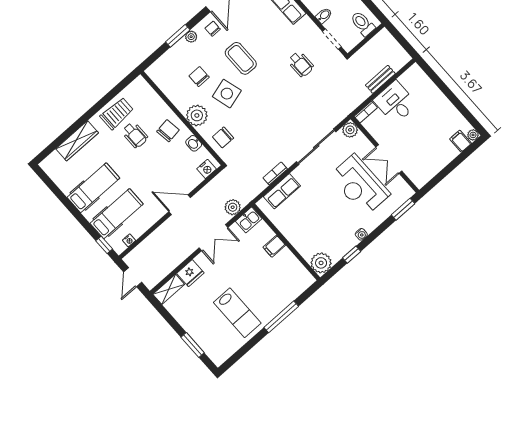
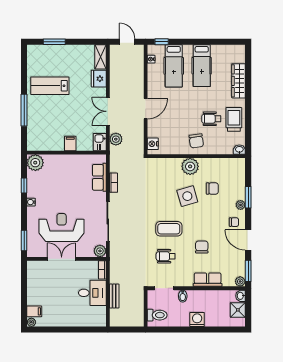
coffee table: (241, 58) -> (169, 229), moved
trolley: (117, 113) -> (234, 119), turned 180
chair: (223, 137) -> (202, 247), moved
washbasin: (194, 143) -> (239, 150), moved

